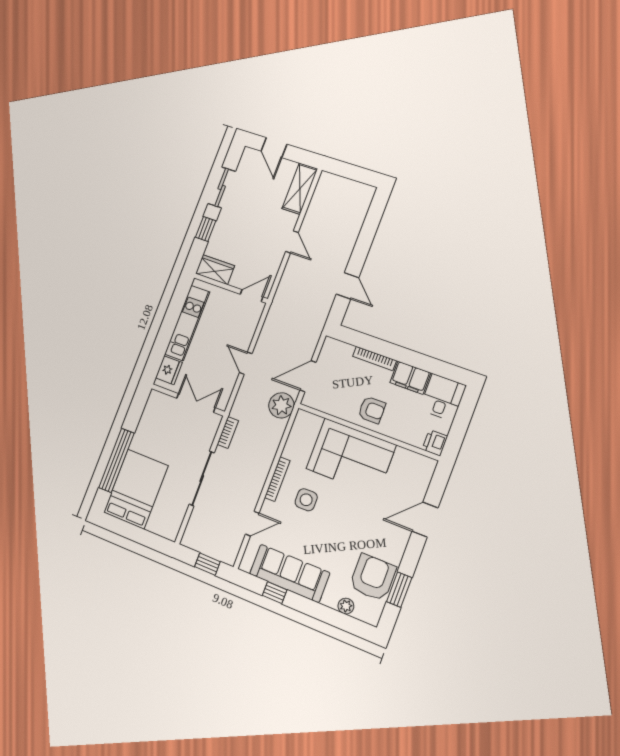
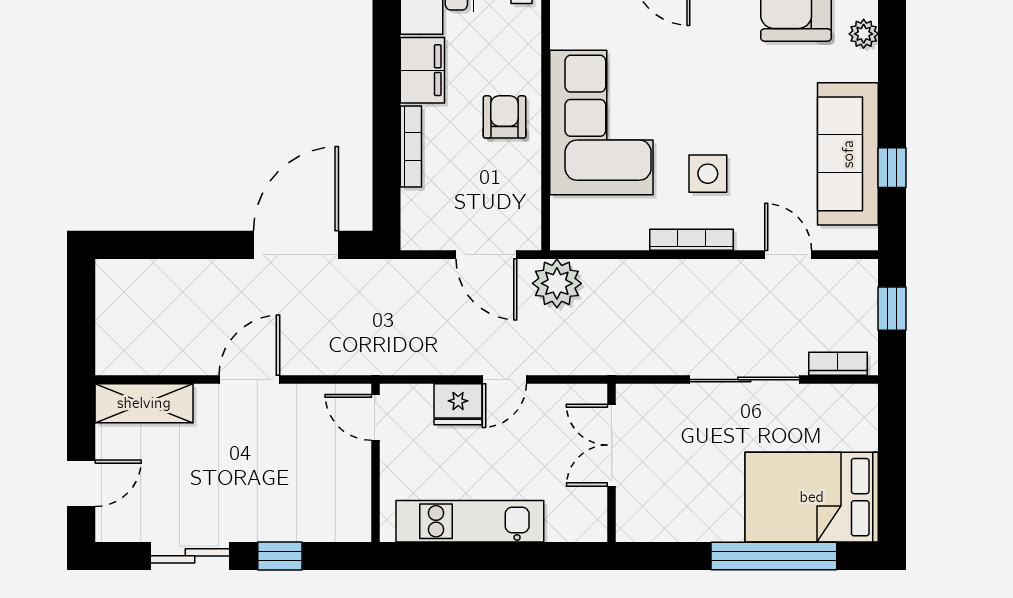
door: (292, 242) -> (249, 380), width x1.38
wardrobe: (215, 270) -> (351, 507), removed
door: (348, 286) -> (296, 245), width x1.88
fridge: (169, 370) -> (458, 404), moved, turned 180
bookcase: (228, 432) -> (838, 364), moved

